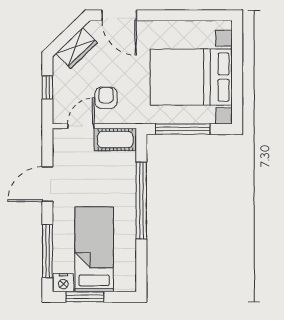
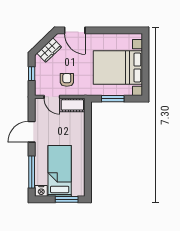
door: (81, 126) -> (52, 97), swing flipped
window: (183, 129) -> (113, 99), width x0.69
window: (141, 201) -> (88, 142), removed
window: (85, 297) -> (67, 199), moved

